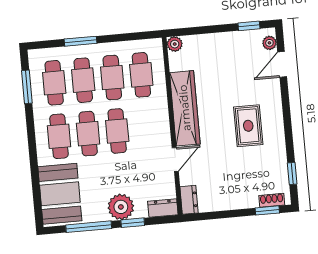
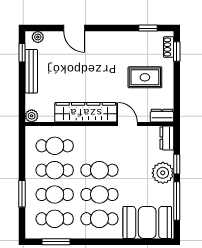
bench: (228, 39) -> (31, 71), added
door: (282, 64) -> (74, 28), moved
rug: (248, 126) -> (145, 77), moved

